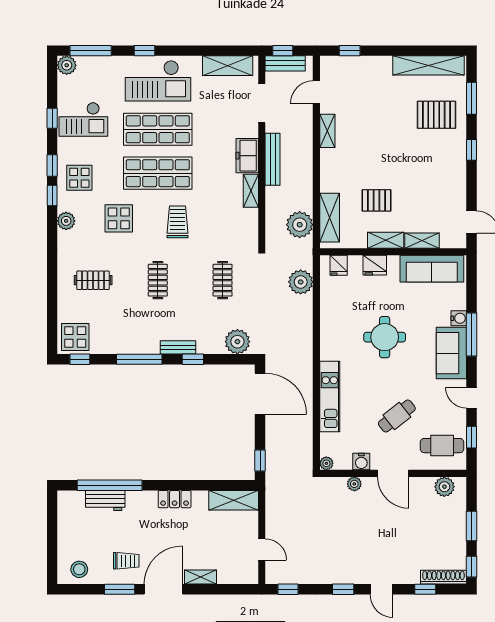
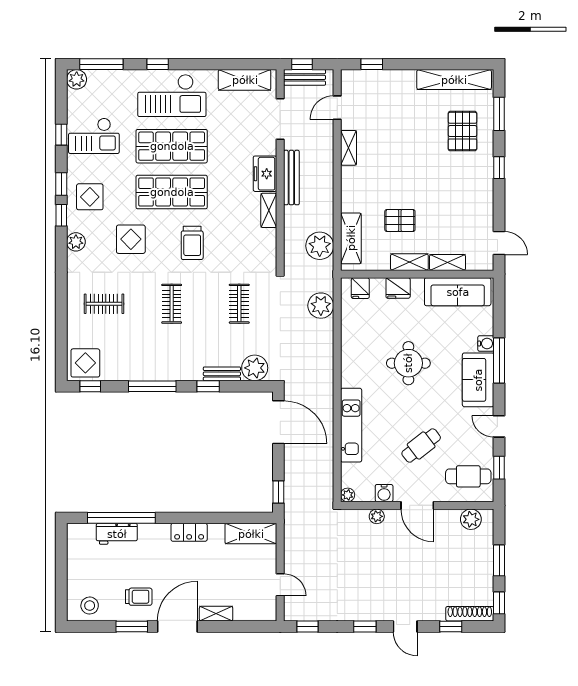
pallet: (436, 115) -> (462, 131), turned 90
trolley: (177, 222) -> (192, 243), turned 180
bench: (178, 347) -> (222, 374), moved

